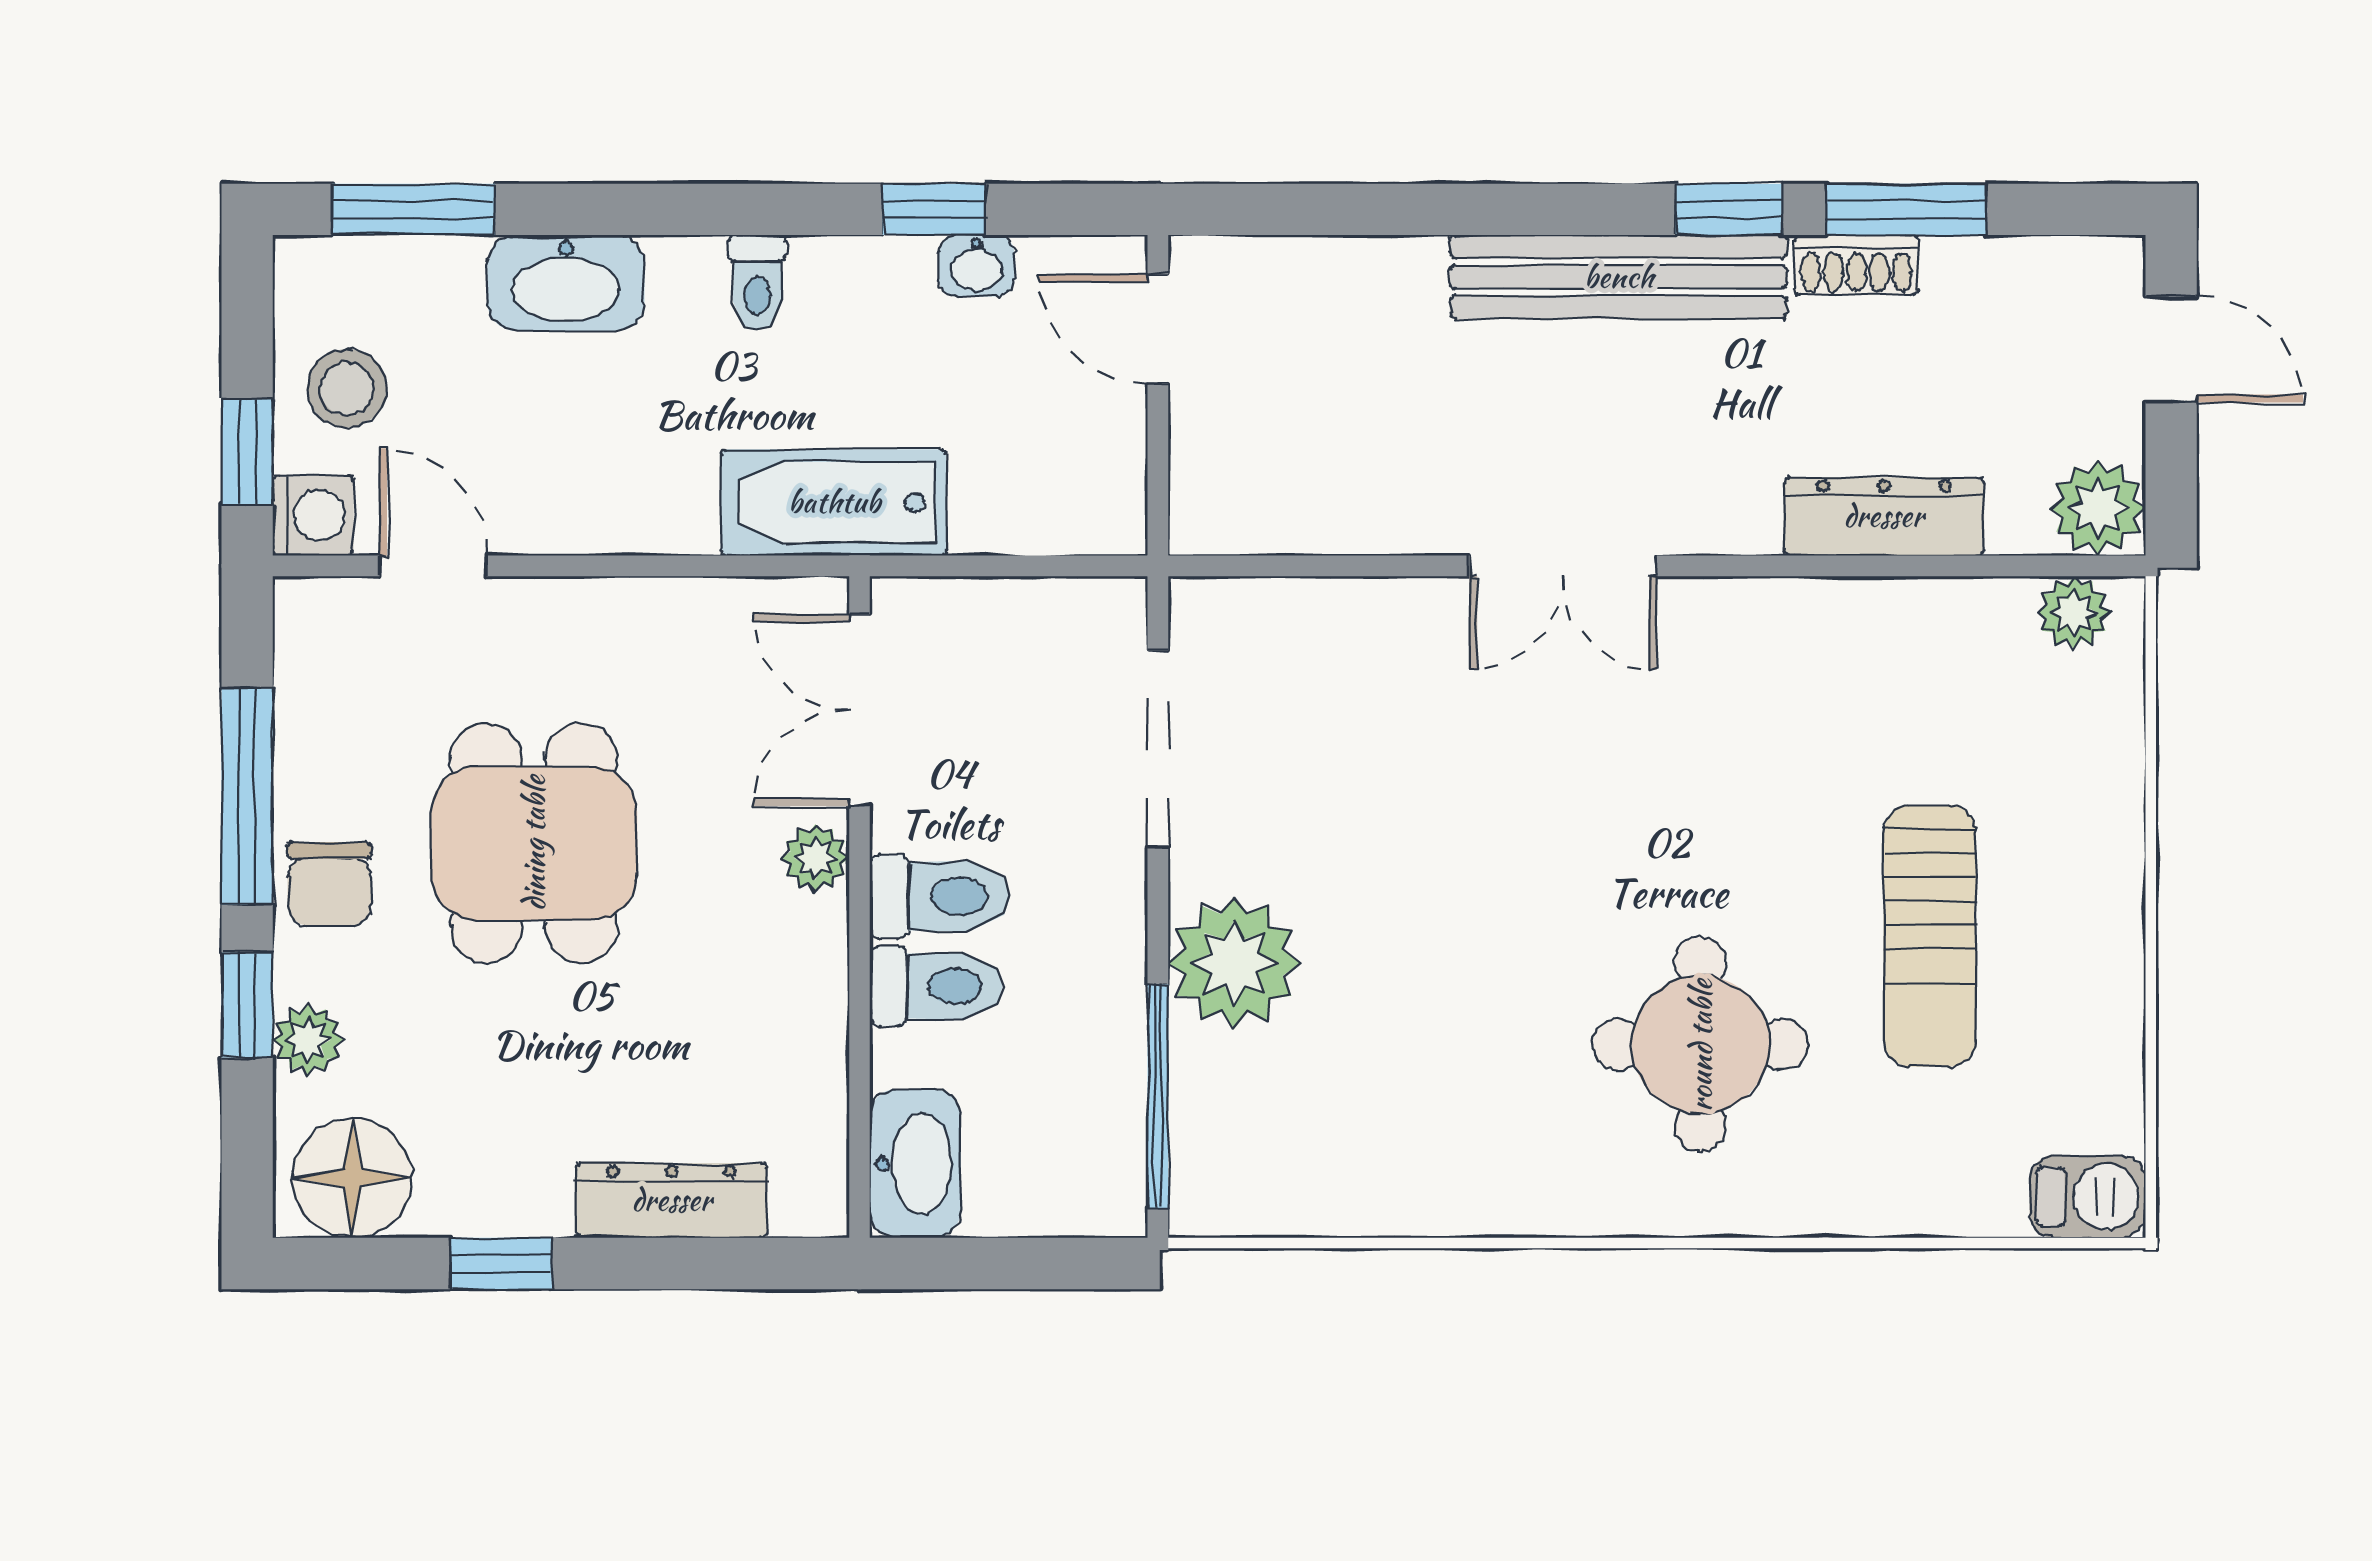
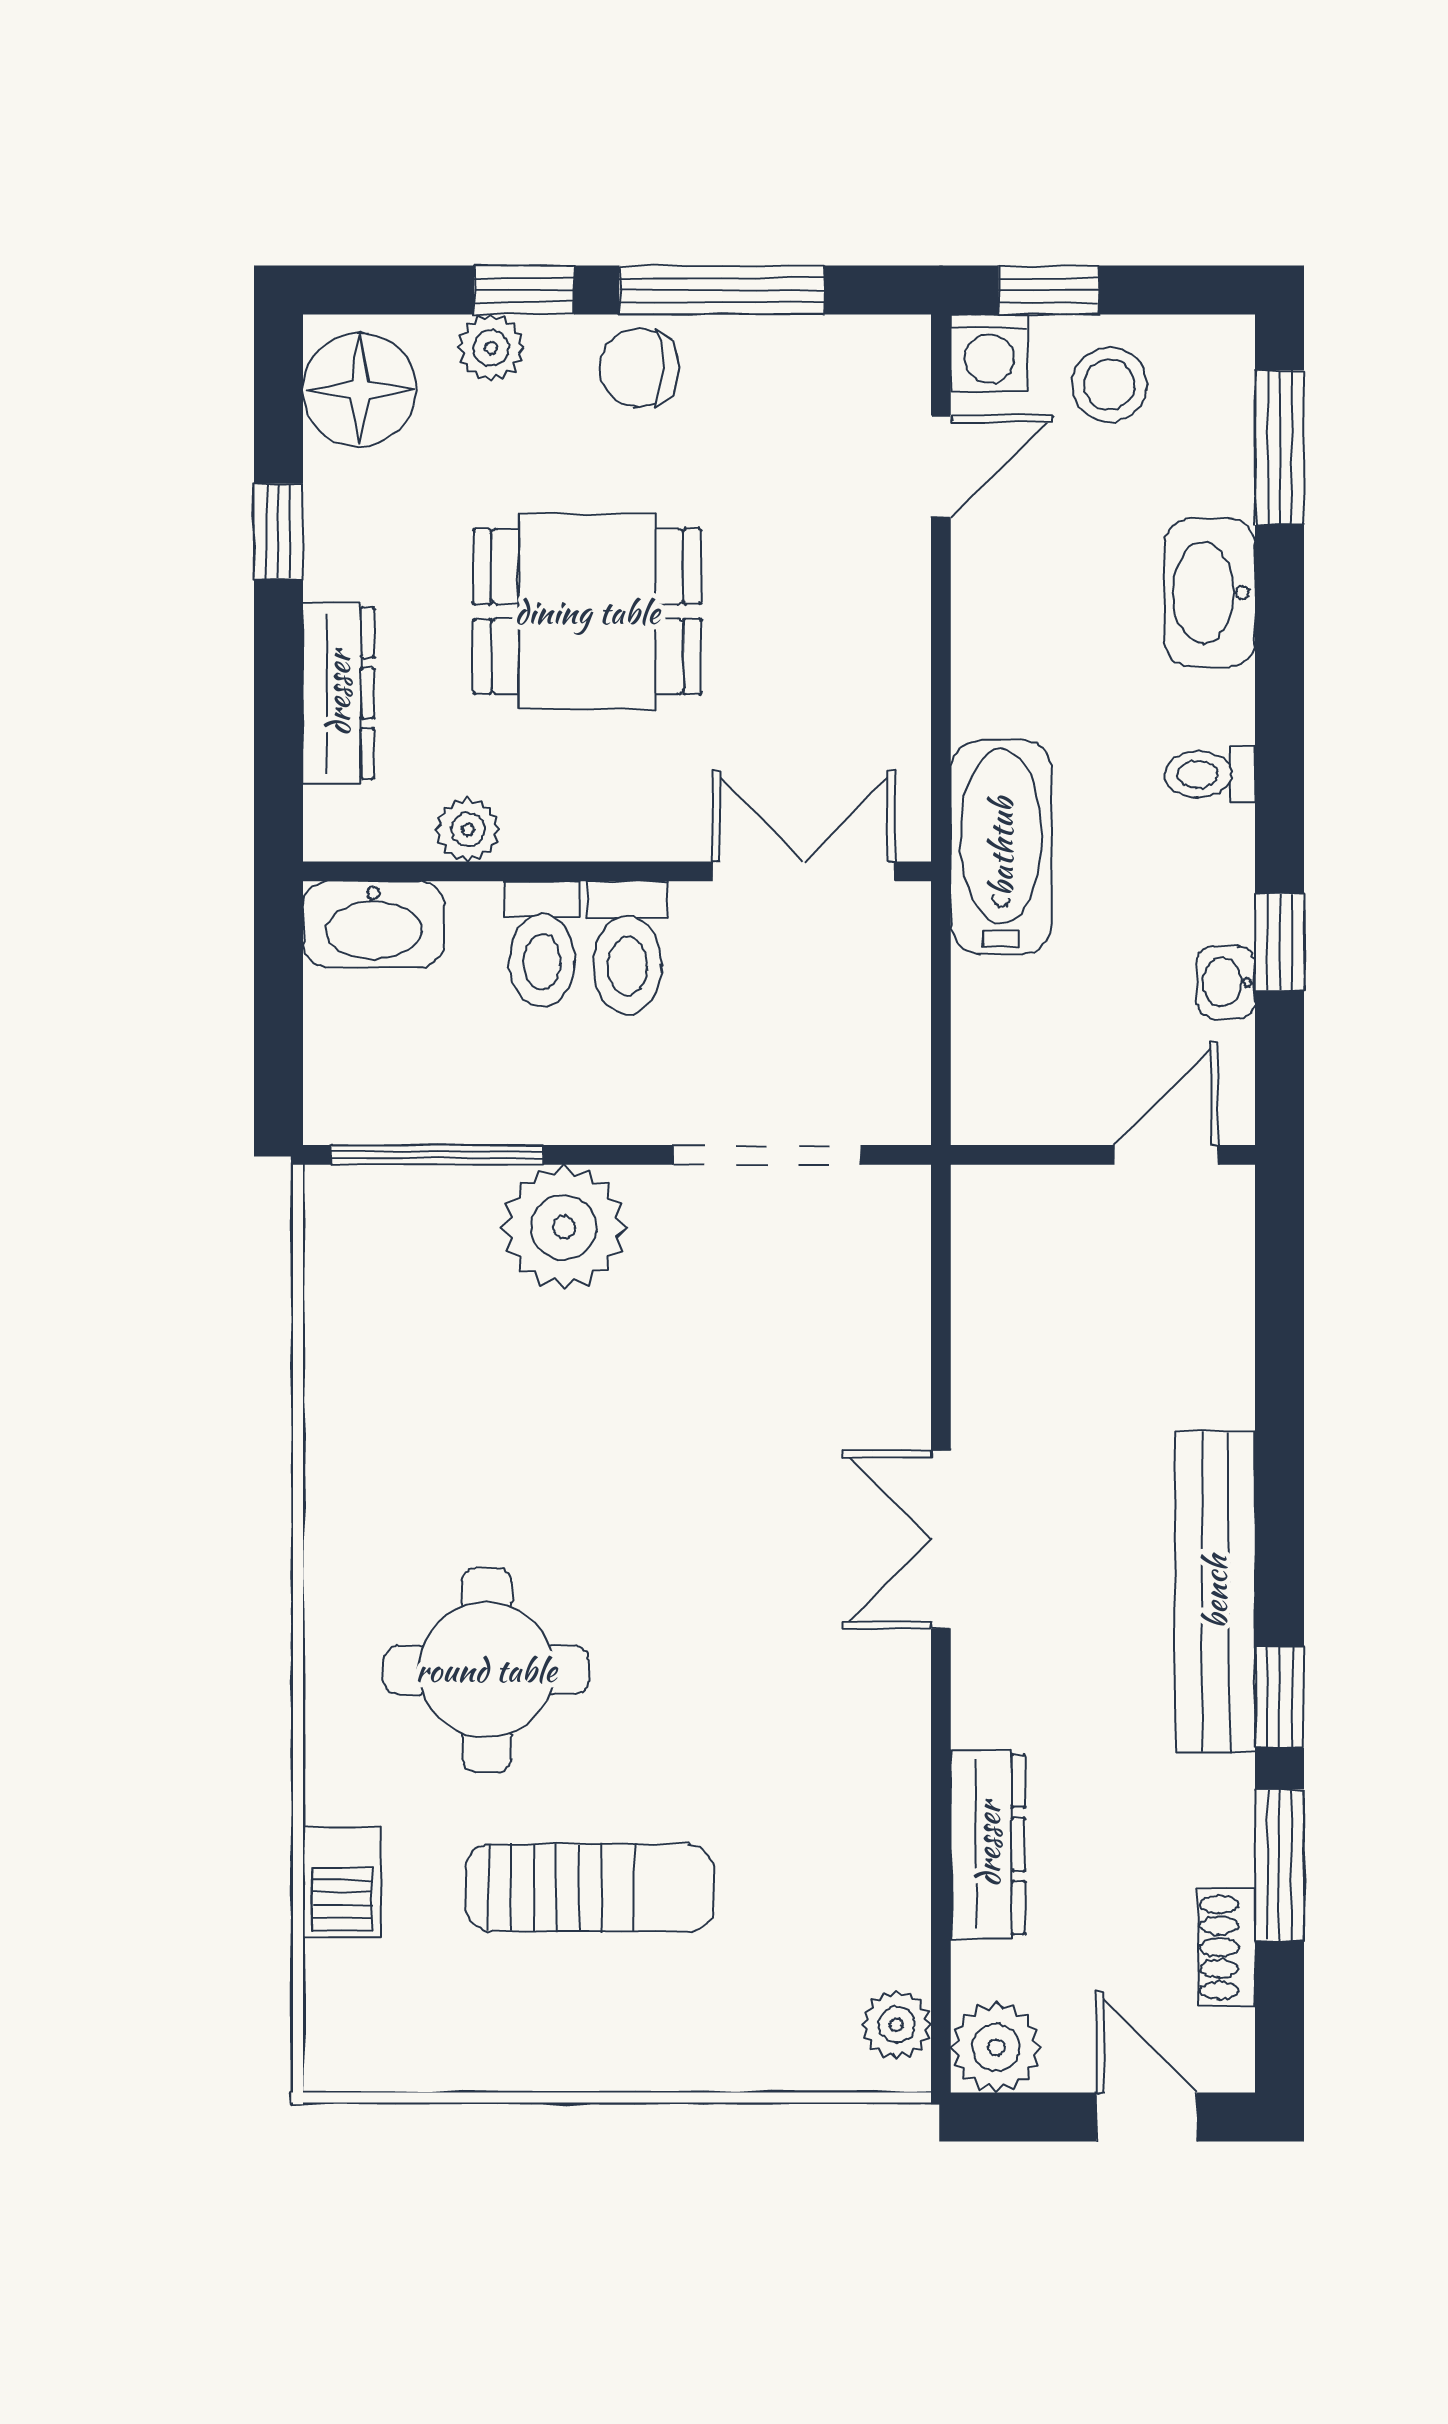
shoe rack: (1856, 265) -> (1227, 1947), moved
door: (2171, 349) -> (1147, 2117), swing flipped
dining table: (534, 843) -> (587, 612), moved
plant: (815, 858) -> (468, 830), moved
sun lounger: (1930, 936) -> (590, 1888), turned 180
barbecue: (2088, 1197) -> (342, 1882), moved

